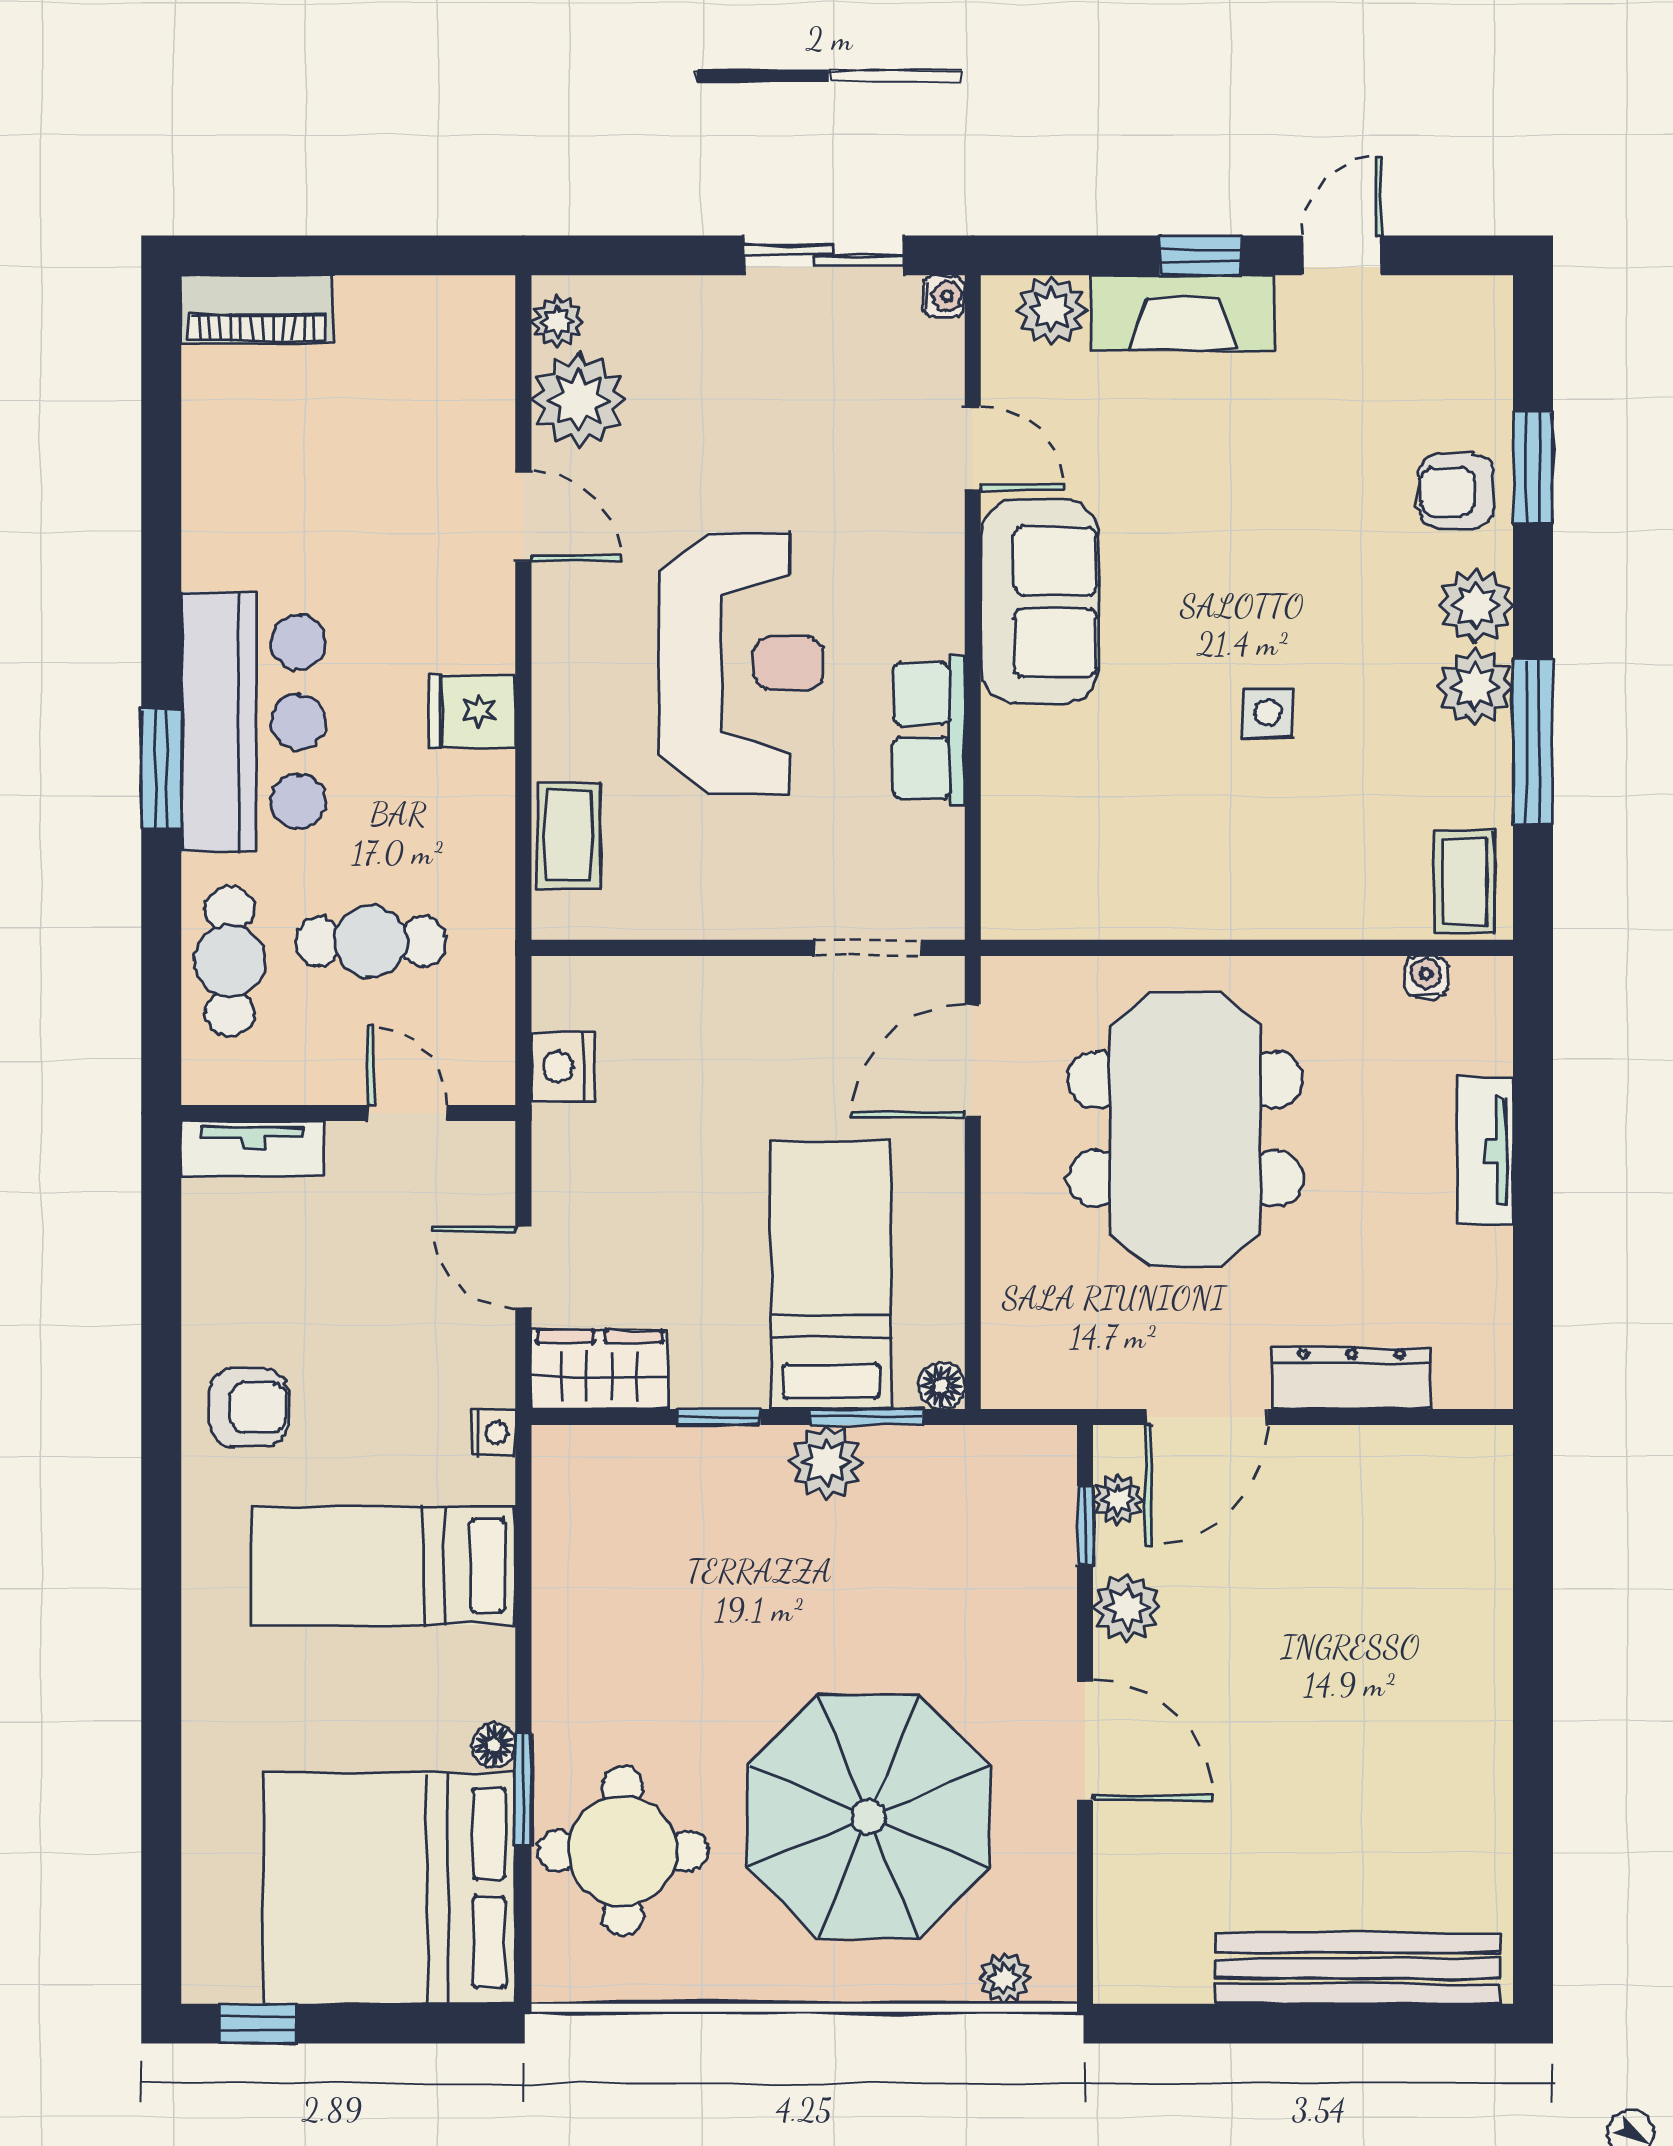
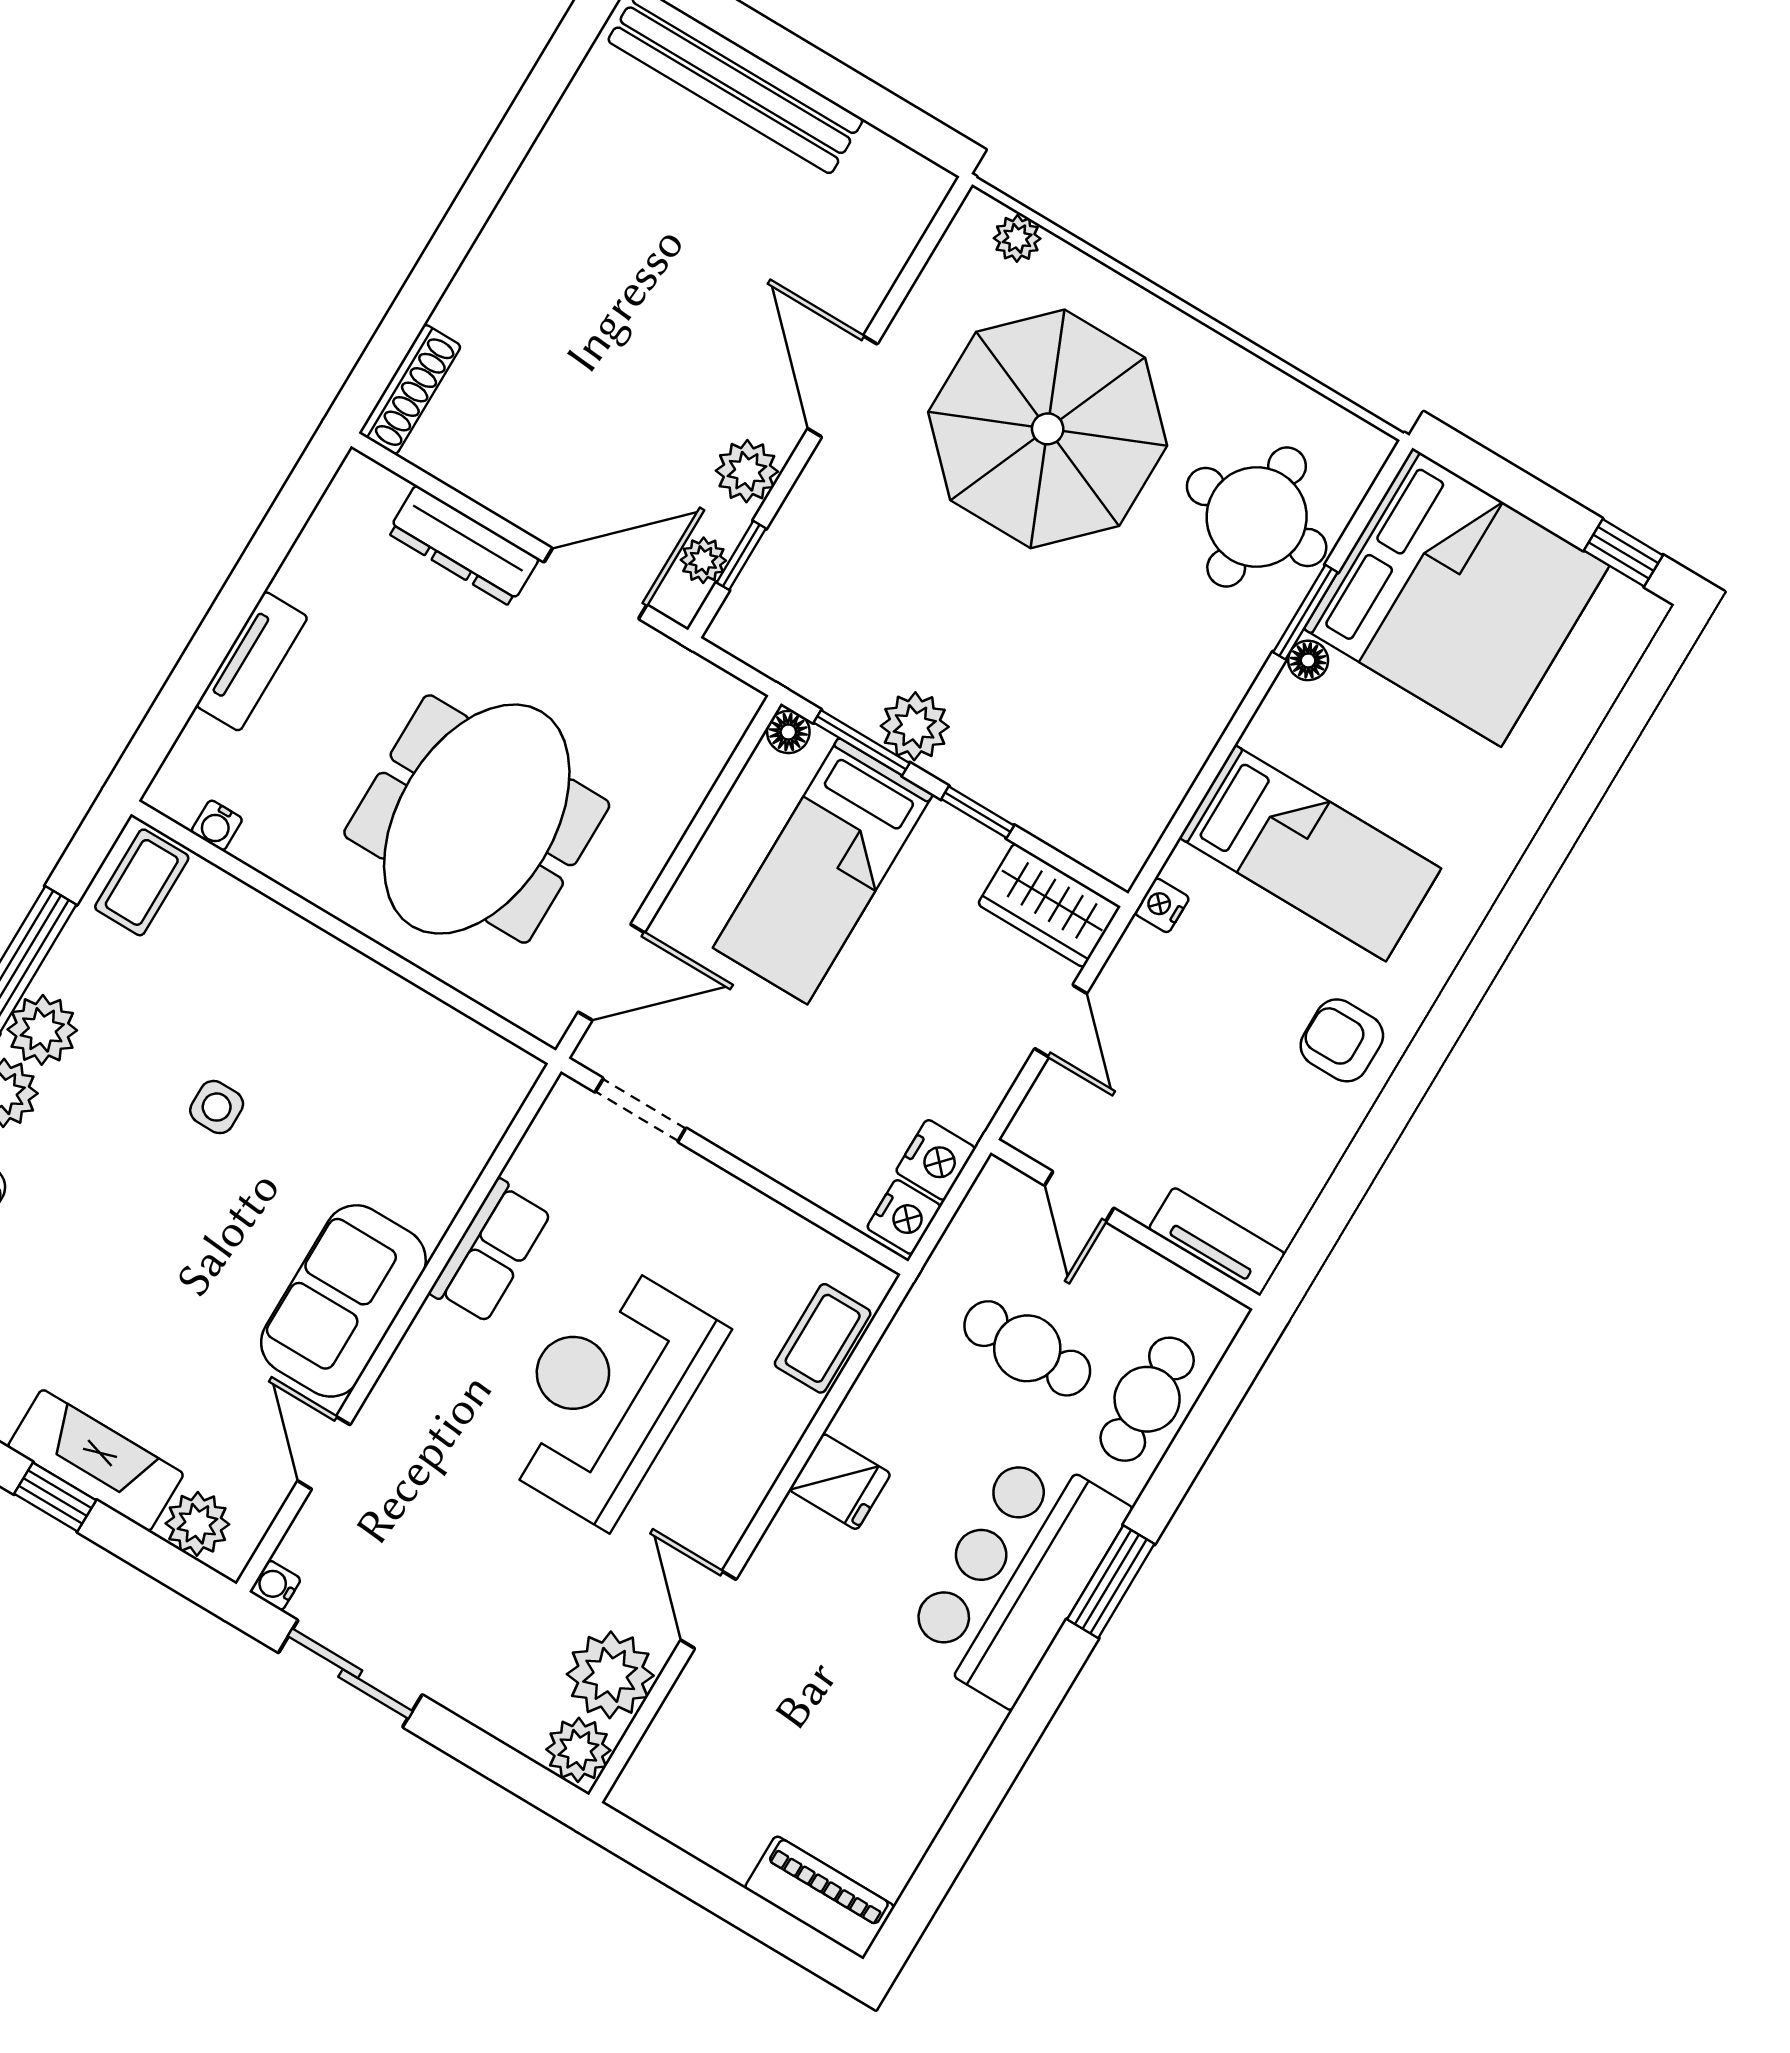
plant: (557, 322) -> (578, 1750), width x1.38, depth x1.38
nightstand: (561, 995) -> (904, 1217), added
shoe rack: (1489, 1495) -> (410, 389), added

